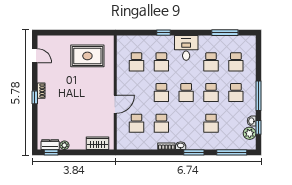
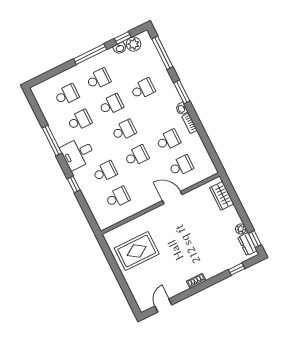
window: (225, 33) -> (52, 141), moved
rug: (87, 56) -> (137, 251), turned 90
window: (35, 97) -> (237, 269), moved

